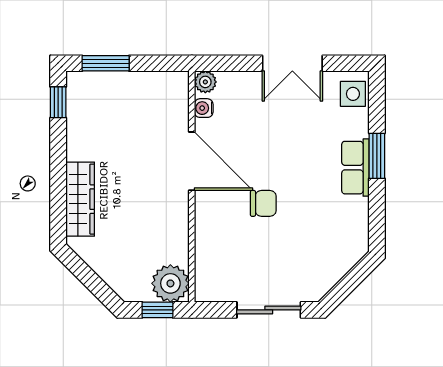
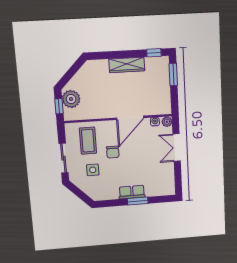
double door: (292, 63) -> (177, 148), moved
side table: (353, 94) -> (93, 170), moved
wardrobe: (80, 199) -> (127, 65), moved
coffee table: (235, 255) -> (88, 141), added
plant: (170, 283) -> (71, 99), moved

